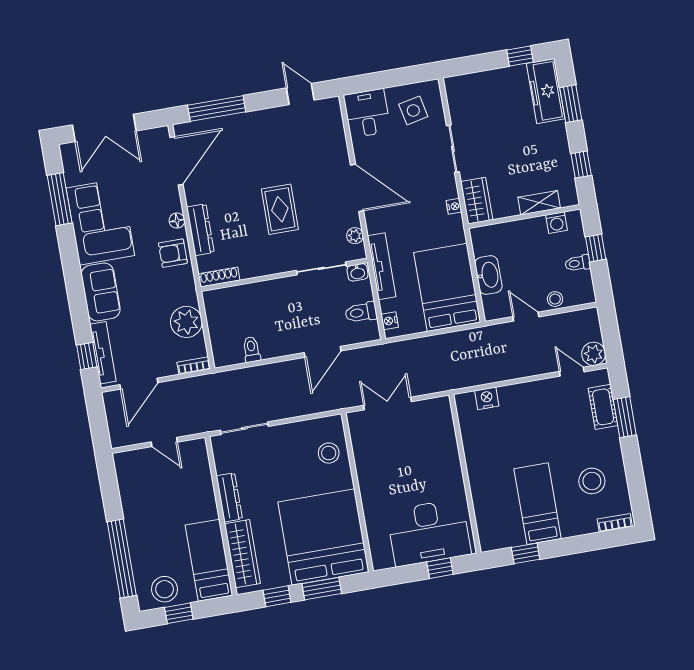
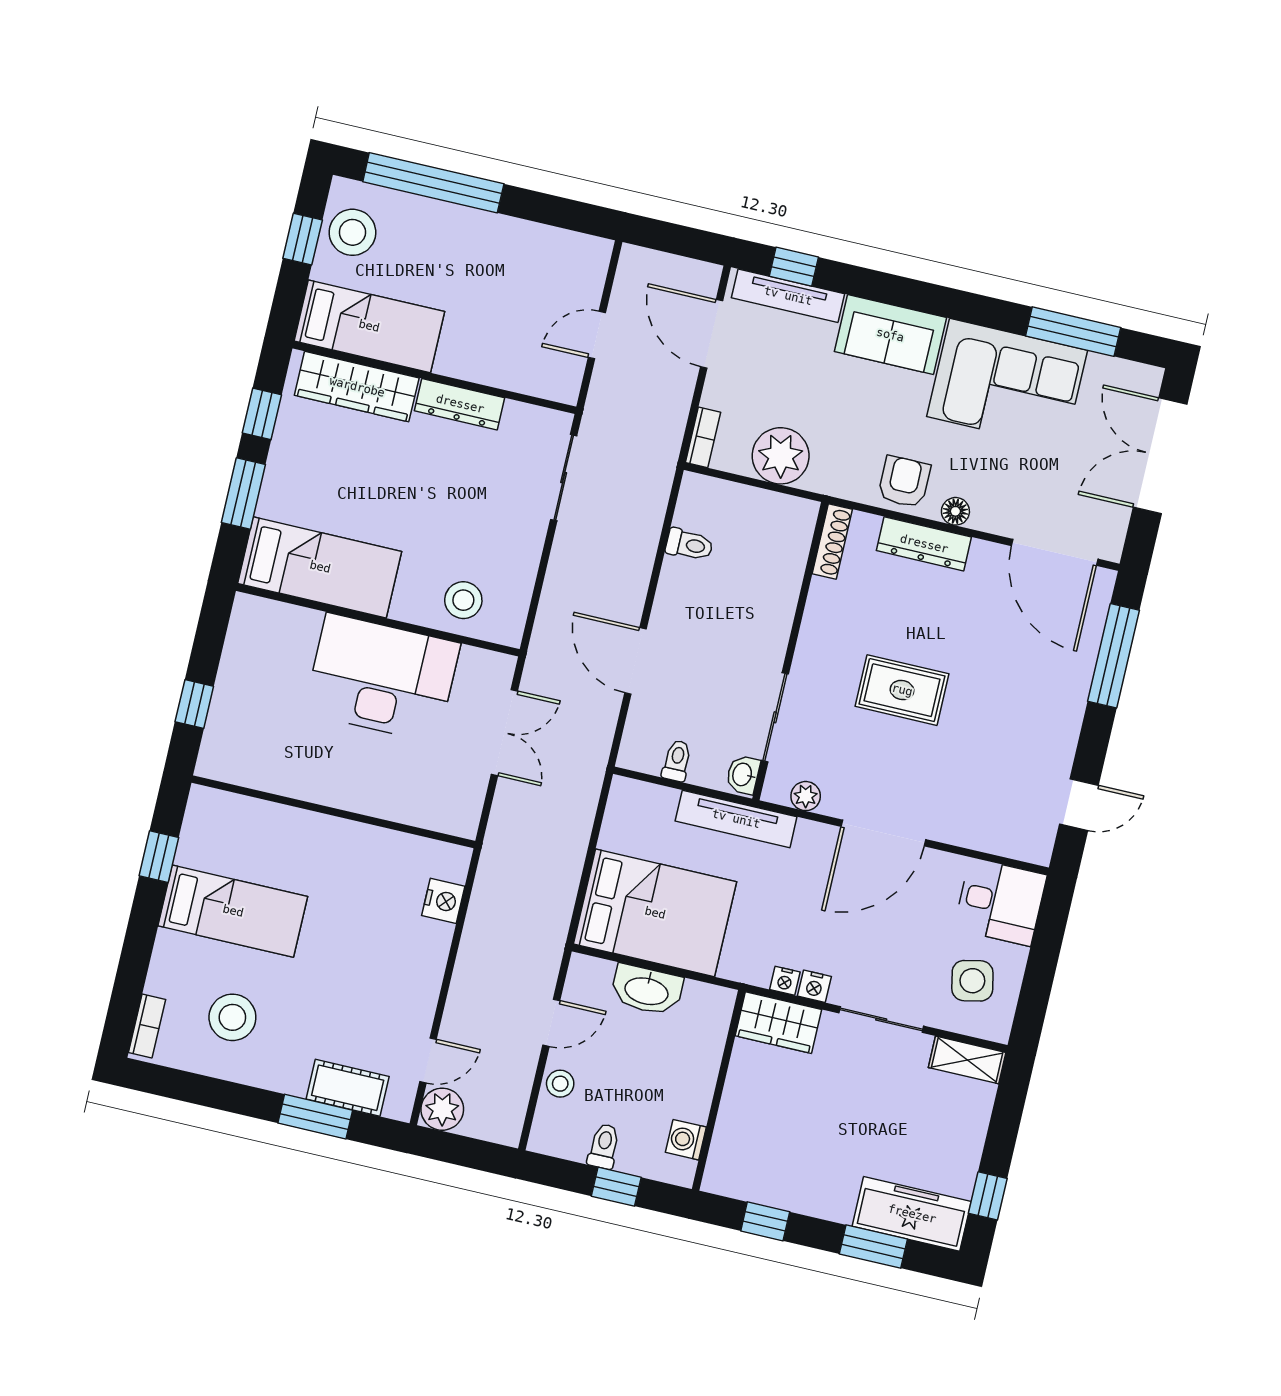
shelving: (539, 203) -> (967, 1060), moved, turned 90
toilet: (361, 312) -> (677, 761), width x0.73, depth x0.72
nightstand: (390, 321) -> (814, 986), moved, turned 180
desk: (429, 533) -> (382, 678), moved, turned 90
bed: (323, 537) -> (320, 567), width x0.49

